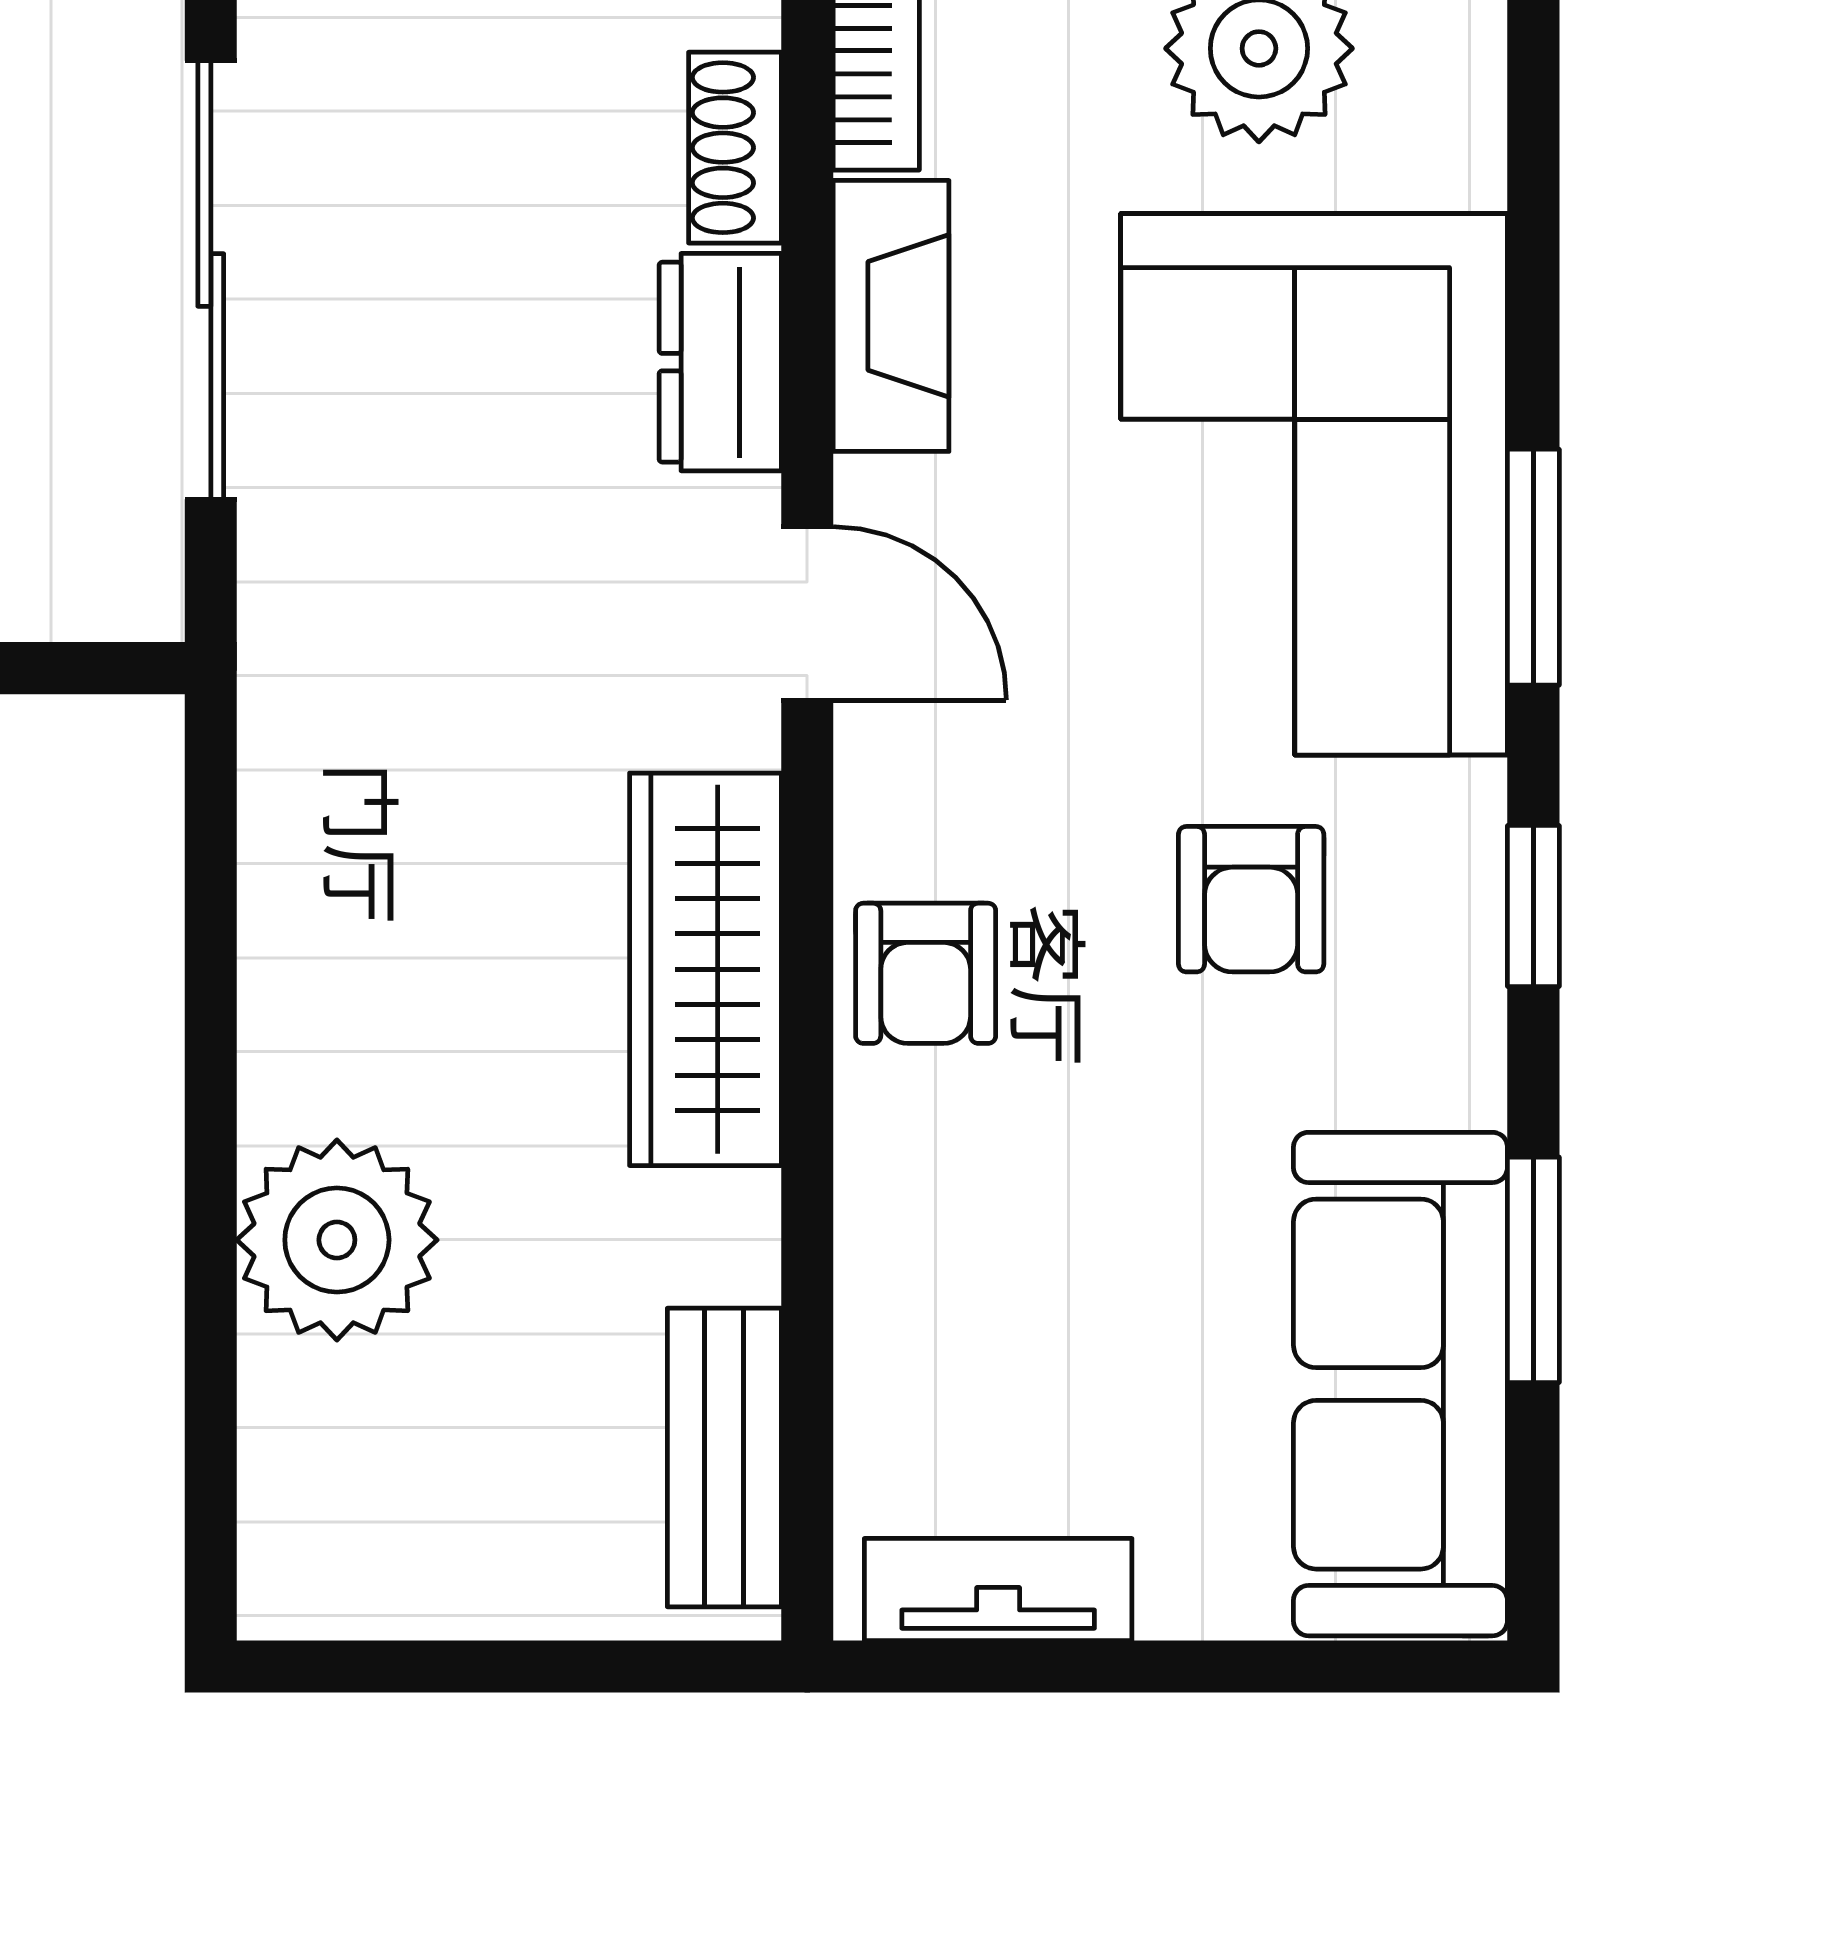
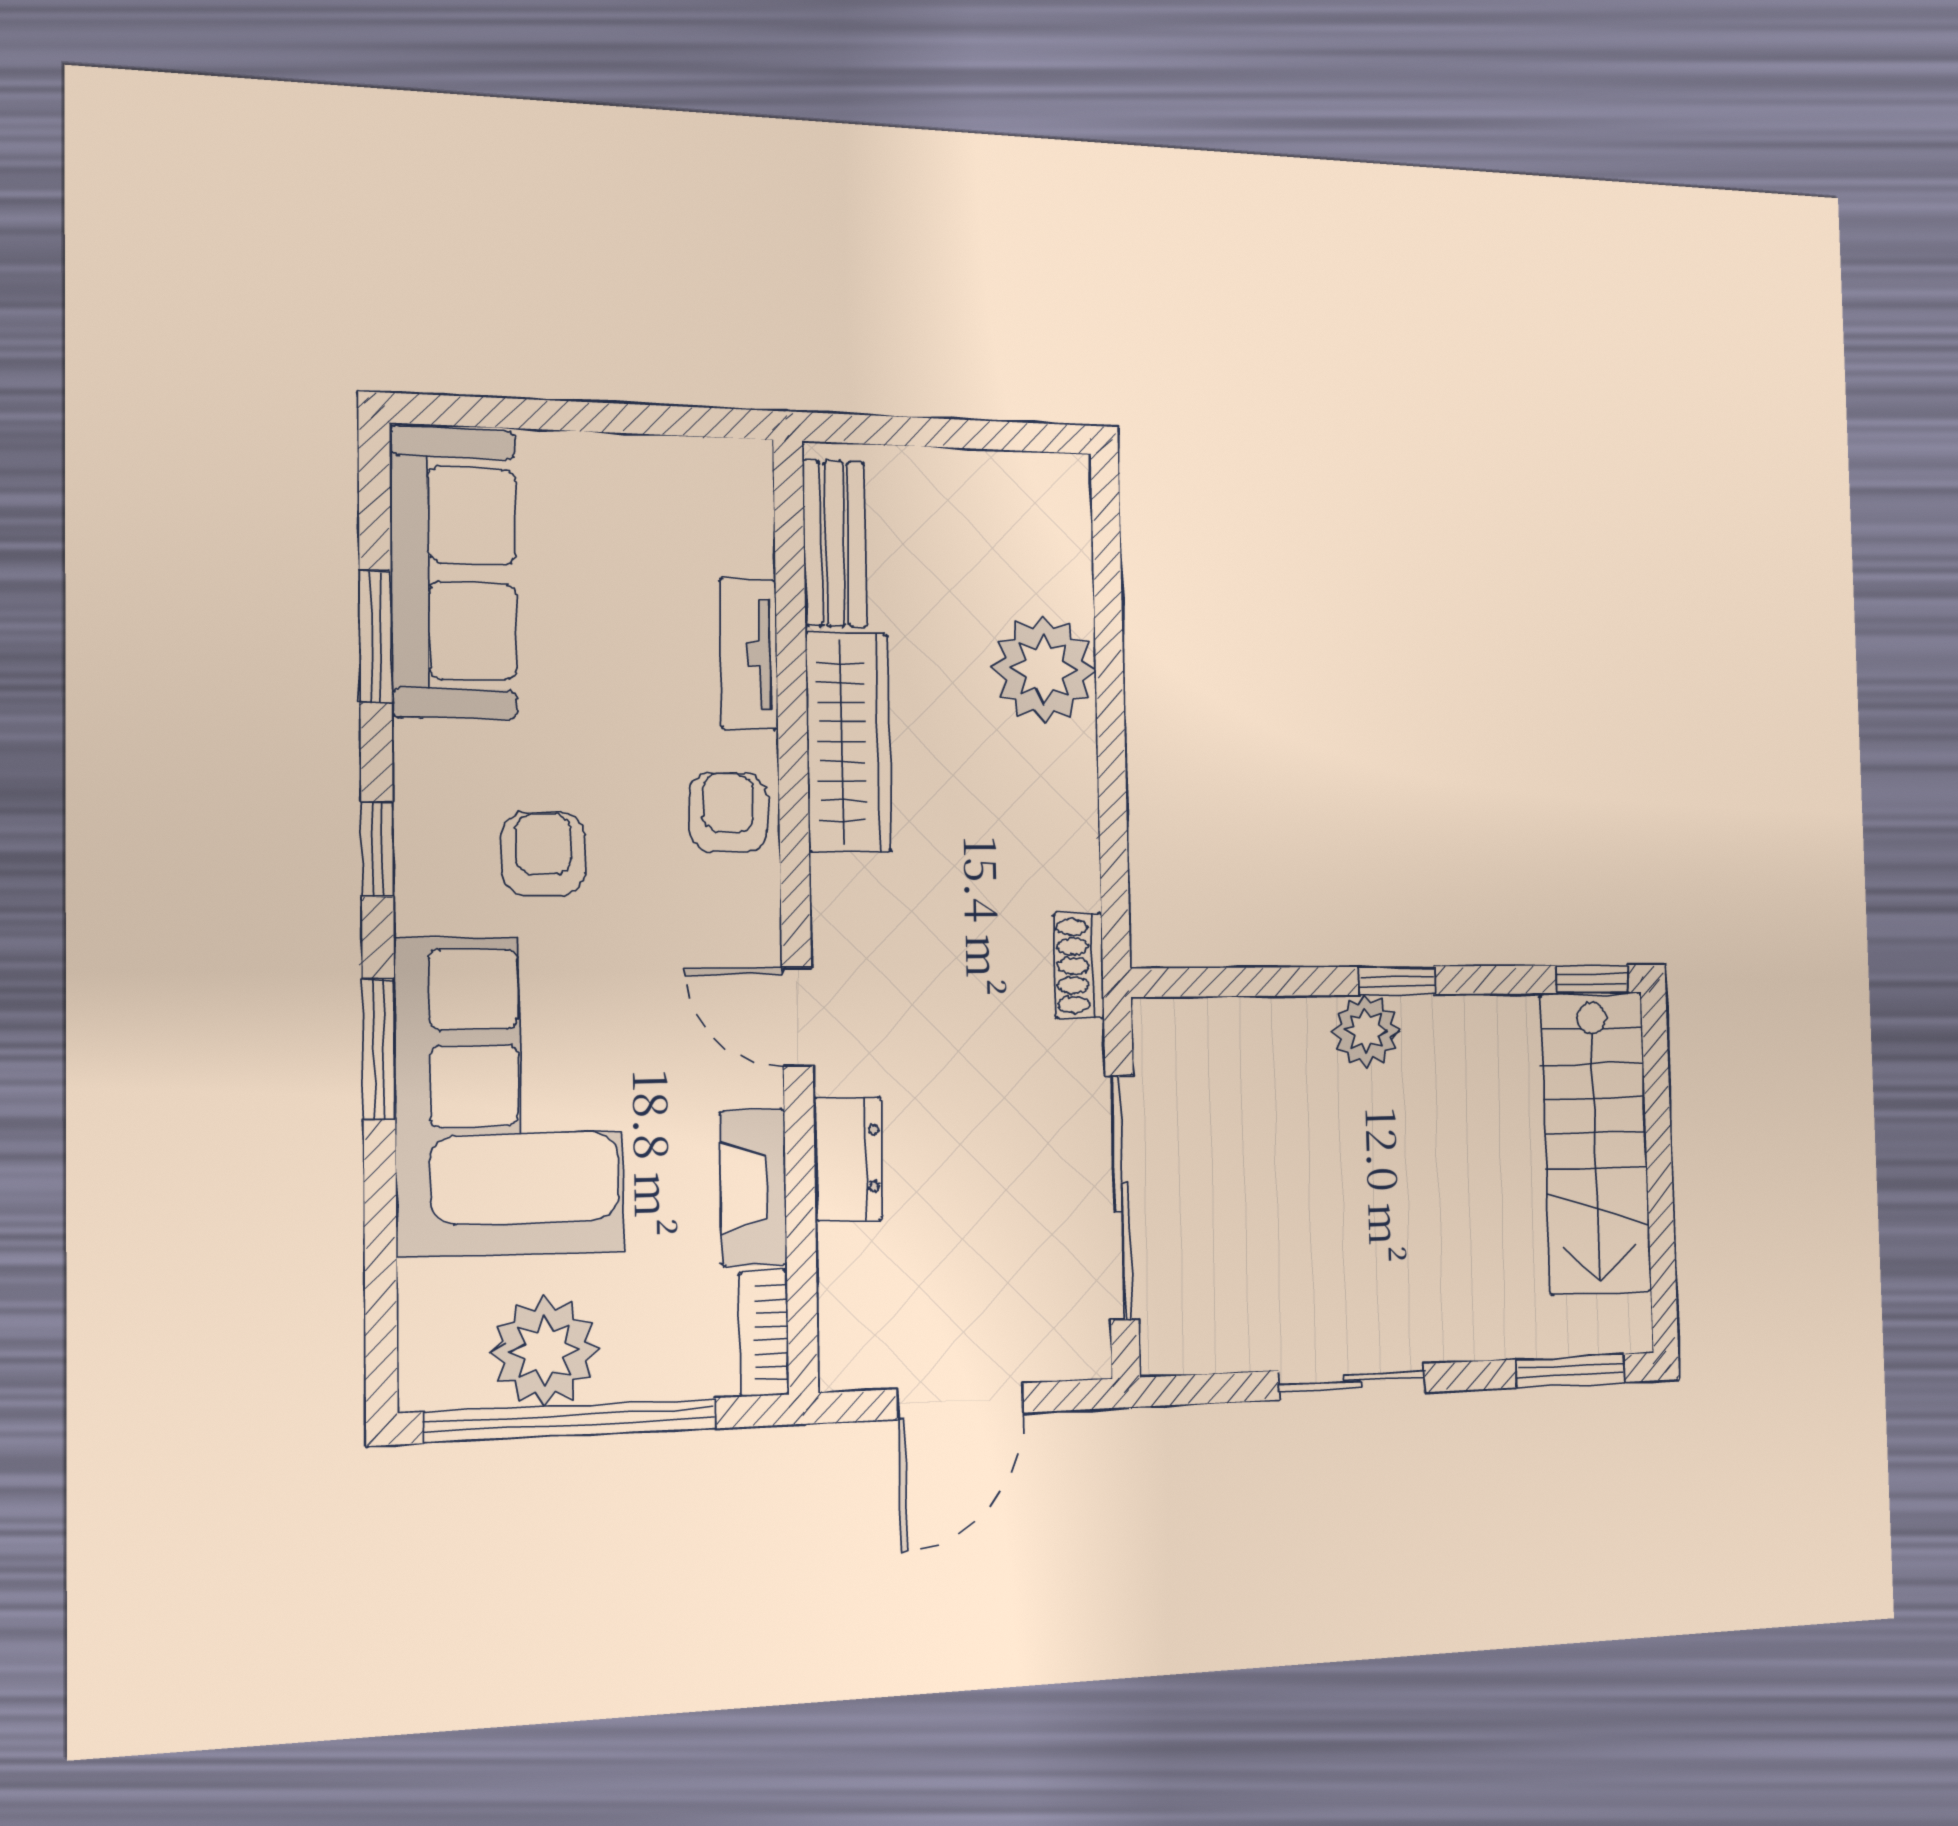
shoe rack: (735, 148) -> (1079, 966), moved, turned 180
wardrobe: (705, 969) -> (849, 742), moved
tv unit: (998, 1590) -> (749, 654), moved, turned 90

